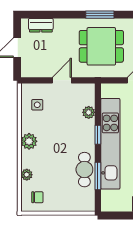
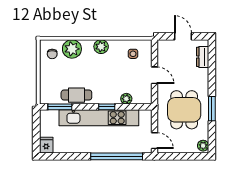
plant: (27, 175) -> (72, 49), width x1.88, depth x1.88
window: (98, 176) -> (60, 107), moved

